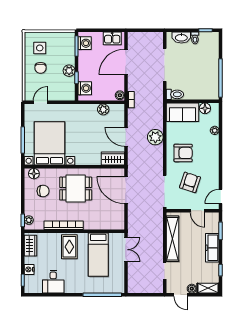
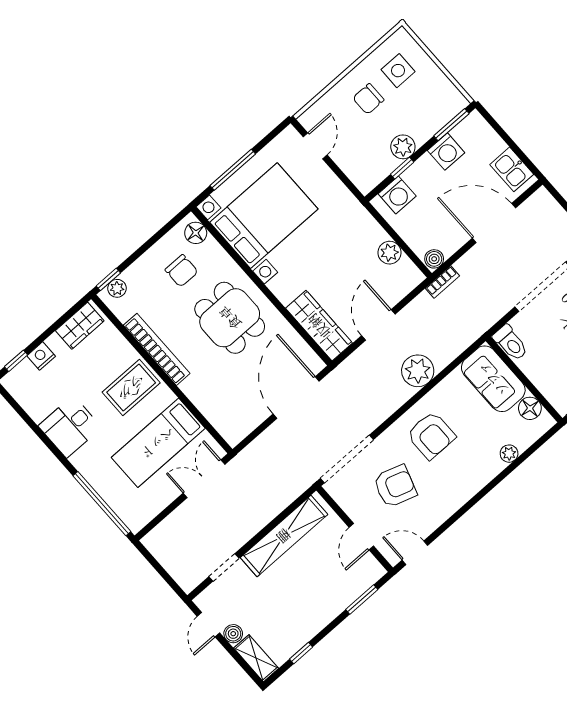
washing machine: (85, 43) -> (446, 152), moved
door: (40, 102) -> (315, 146), hinge flipped
wardrobe: (113, 159) -> (319, 326), width x1.50
freezer: (212, 248) -> (324, 610), removed
double door: (126, 250) -> (204, 479), swing flipped
desk: (53, 282) -> (70, 427), moved

